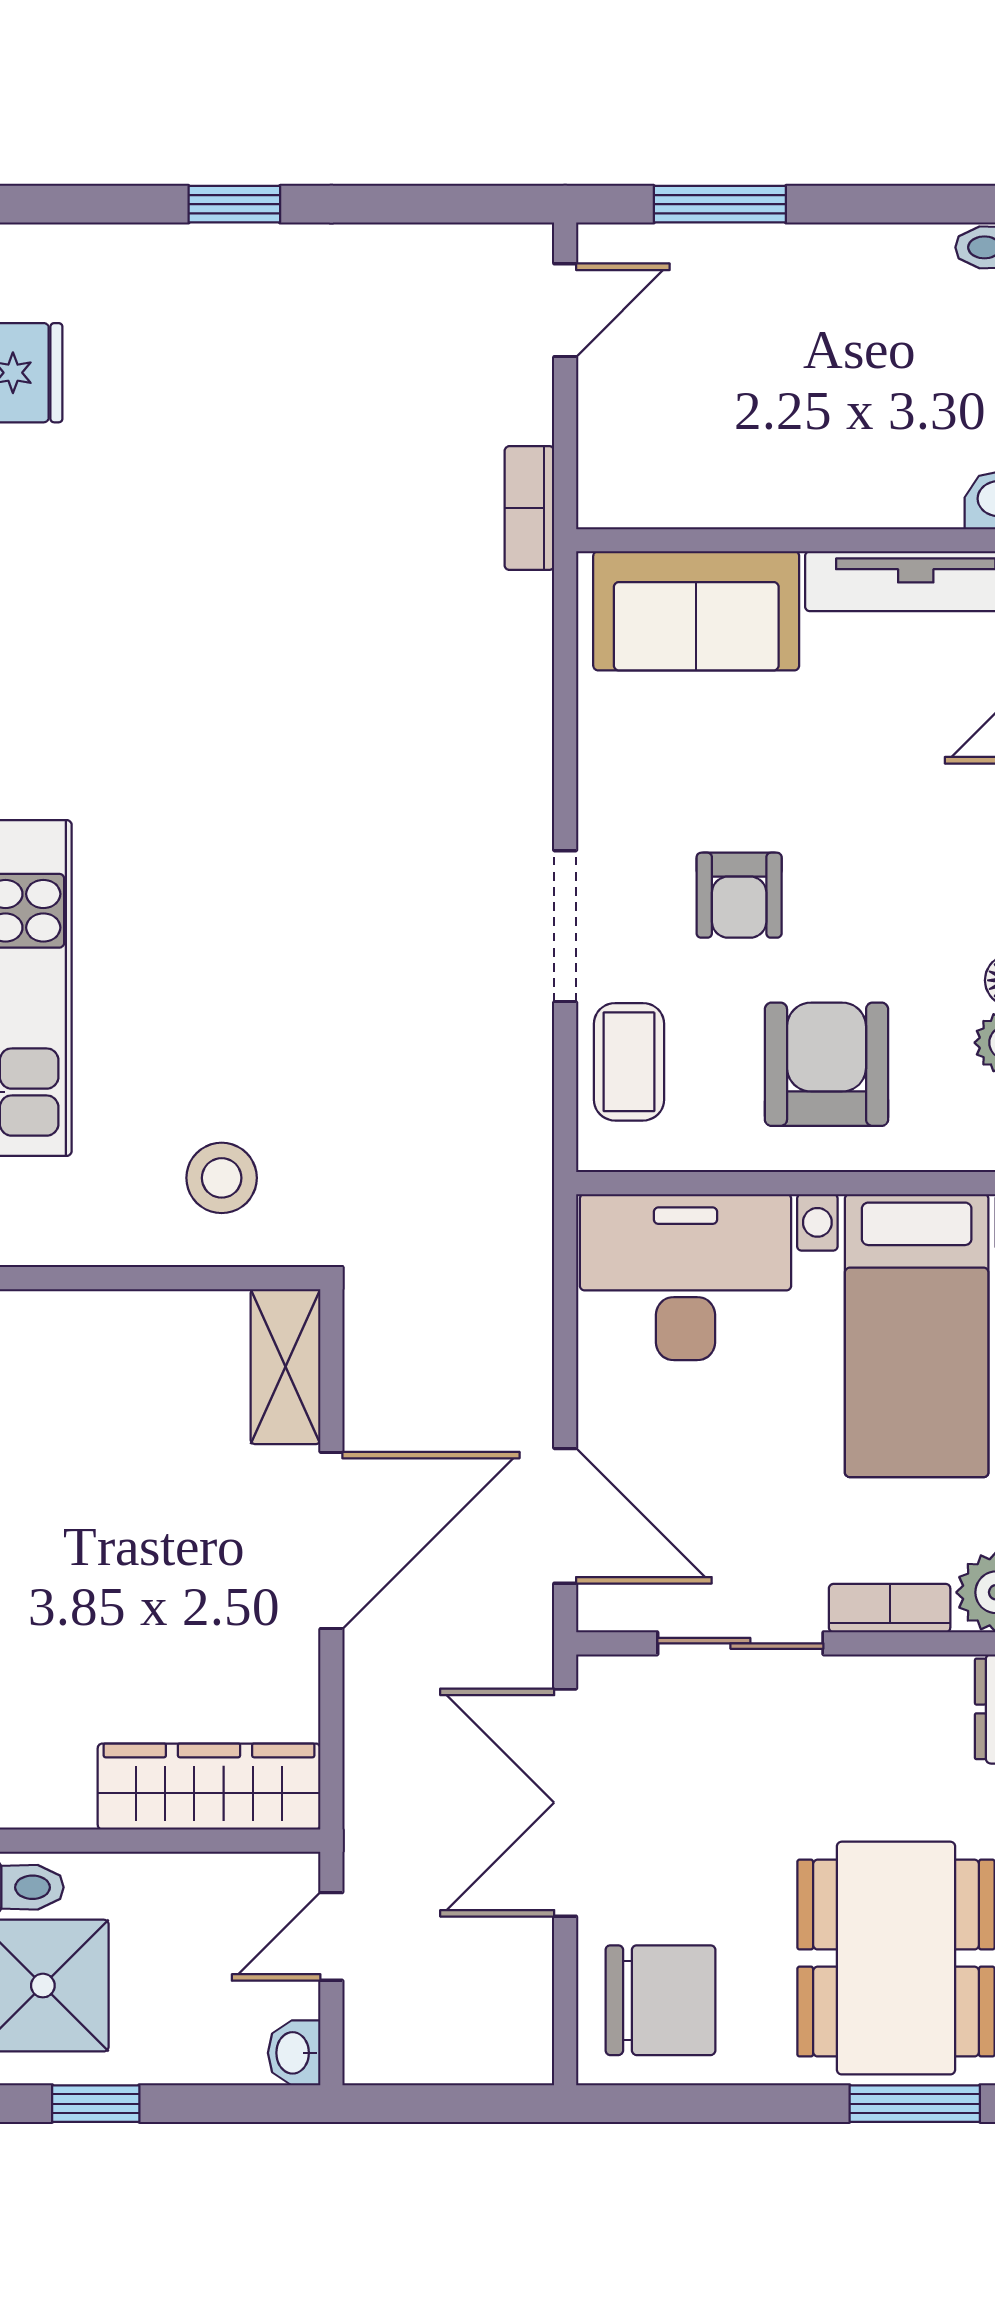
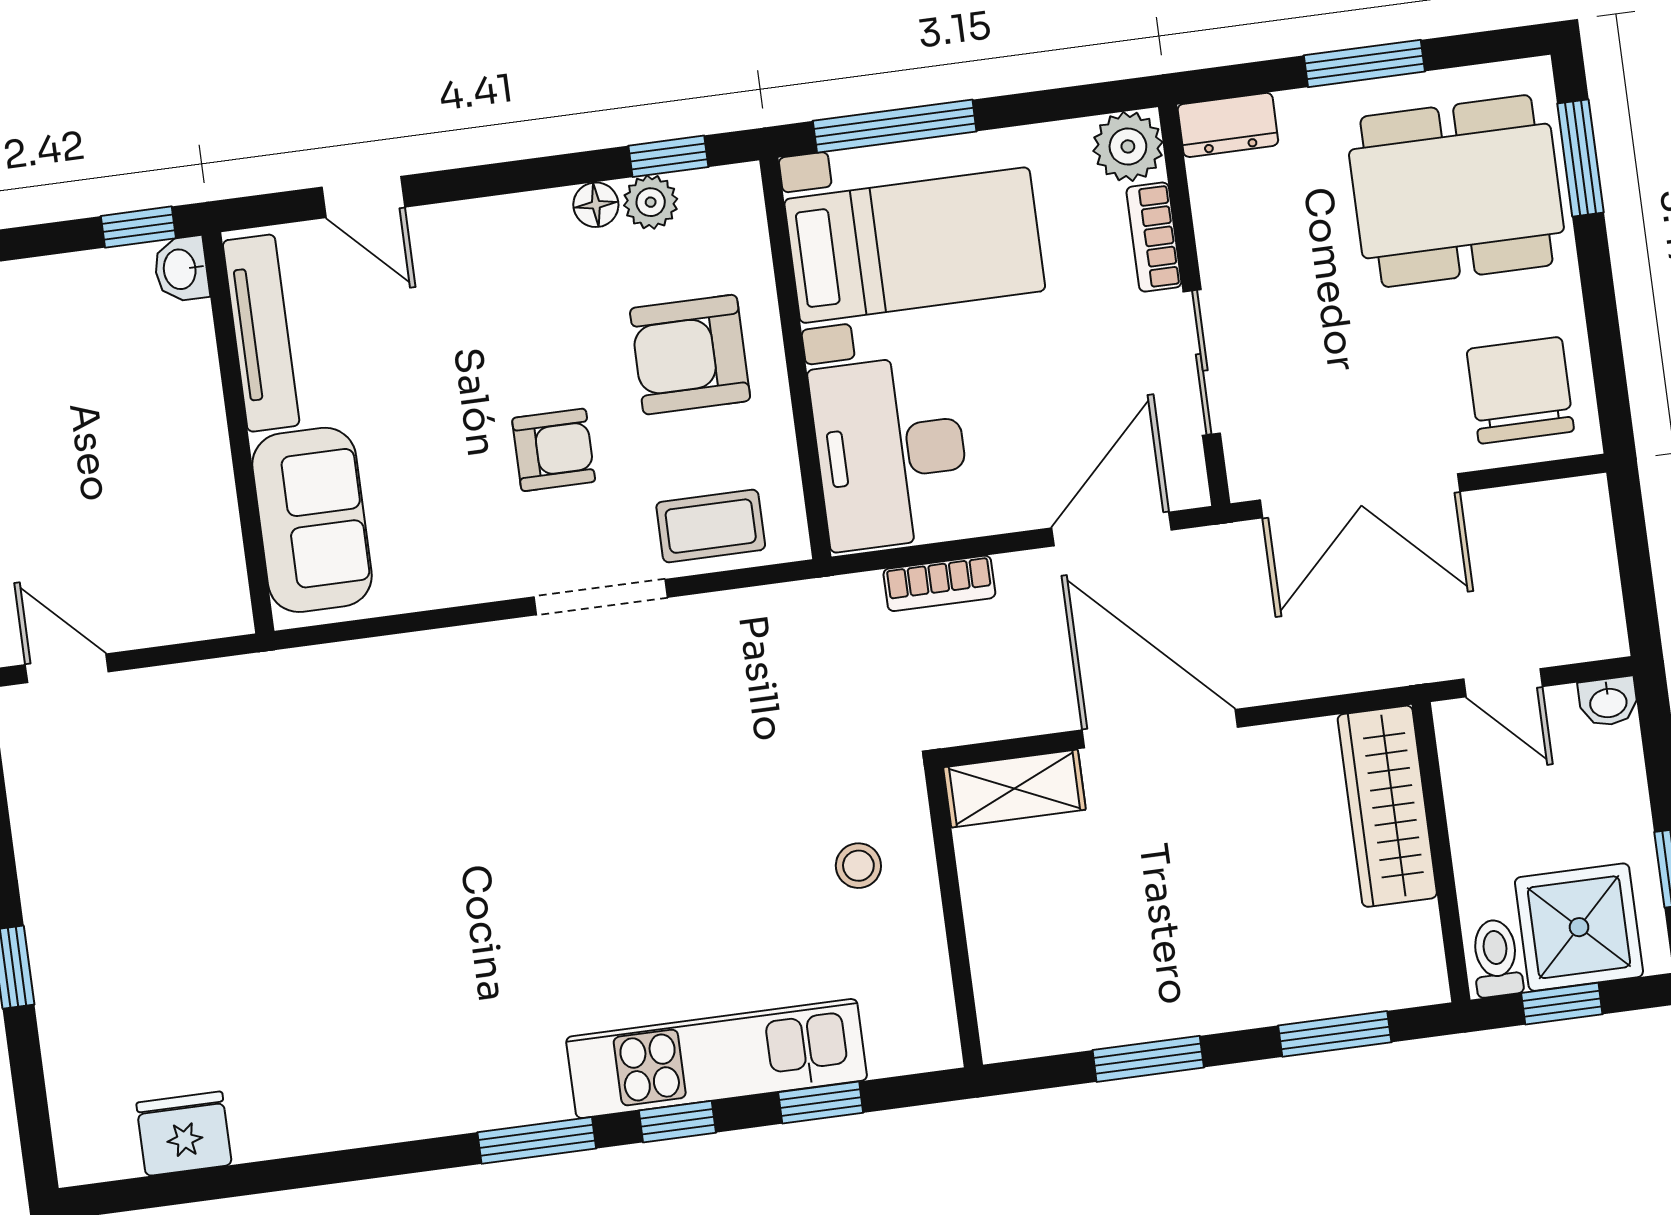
bookcase: (529, 508) -> (939, 583), moved
stool: (222, 1178) -> (858, 866), width x0.73, depth x0.73

